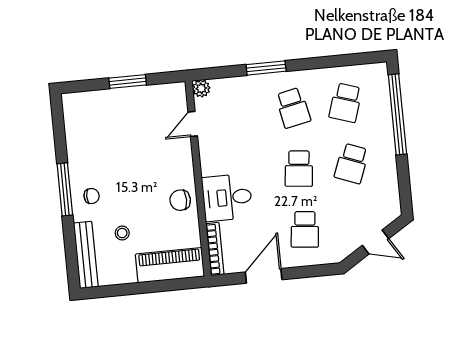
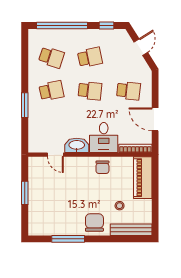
plant: (201, 88) -> (34, 147), removed
washbasin: (211, 156) -> (77, 145), added
school desk: (352, 163) -> (90, 57), turned -33
window: (404, 185) -> (107, 25), added
window: (65, 189) -> (68, 239), moved
chair: (92, 196) -> (94, 223), width x1.87, depth x1.87

